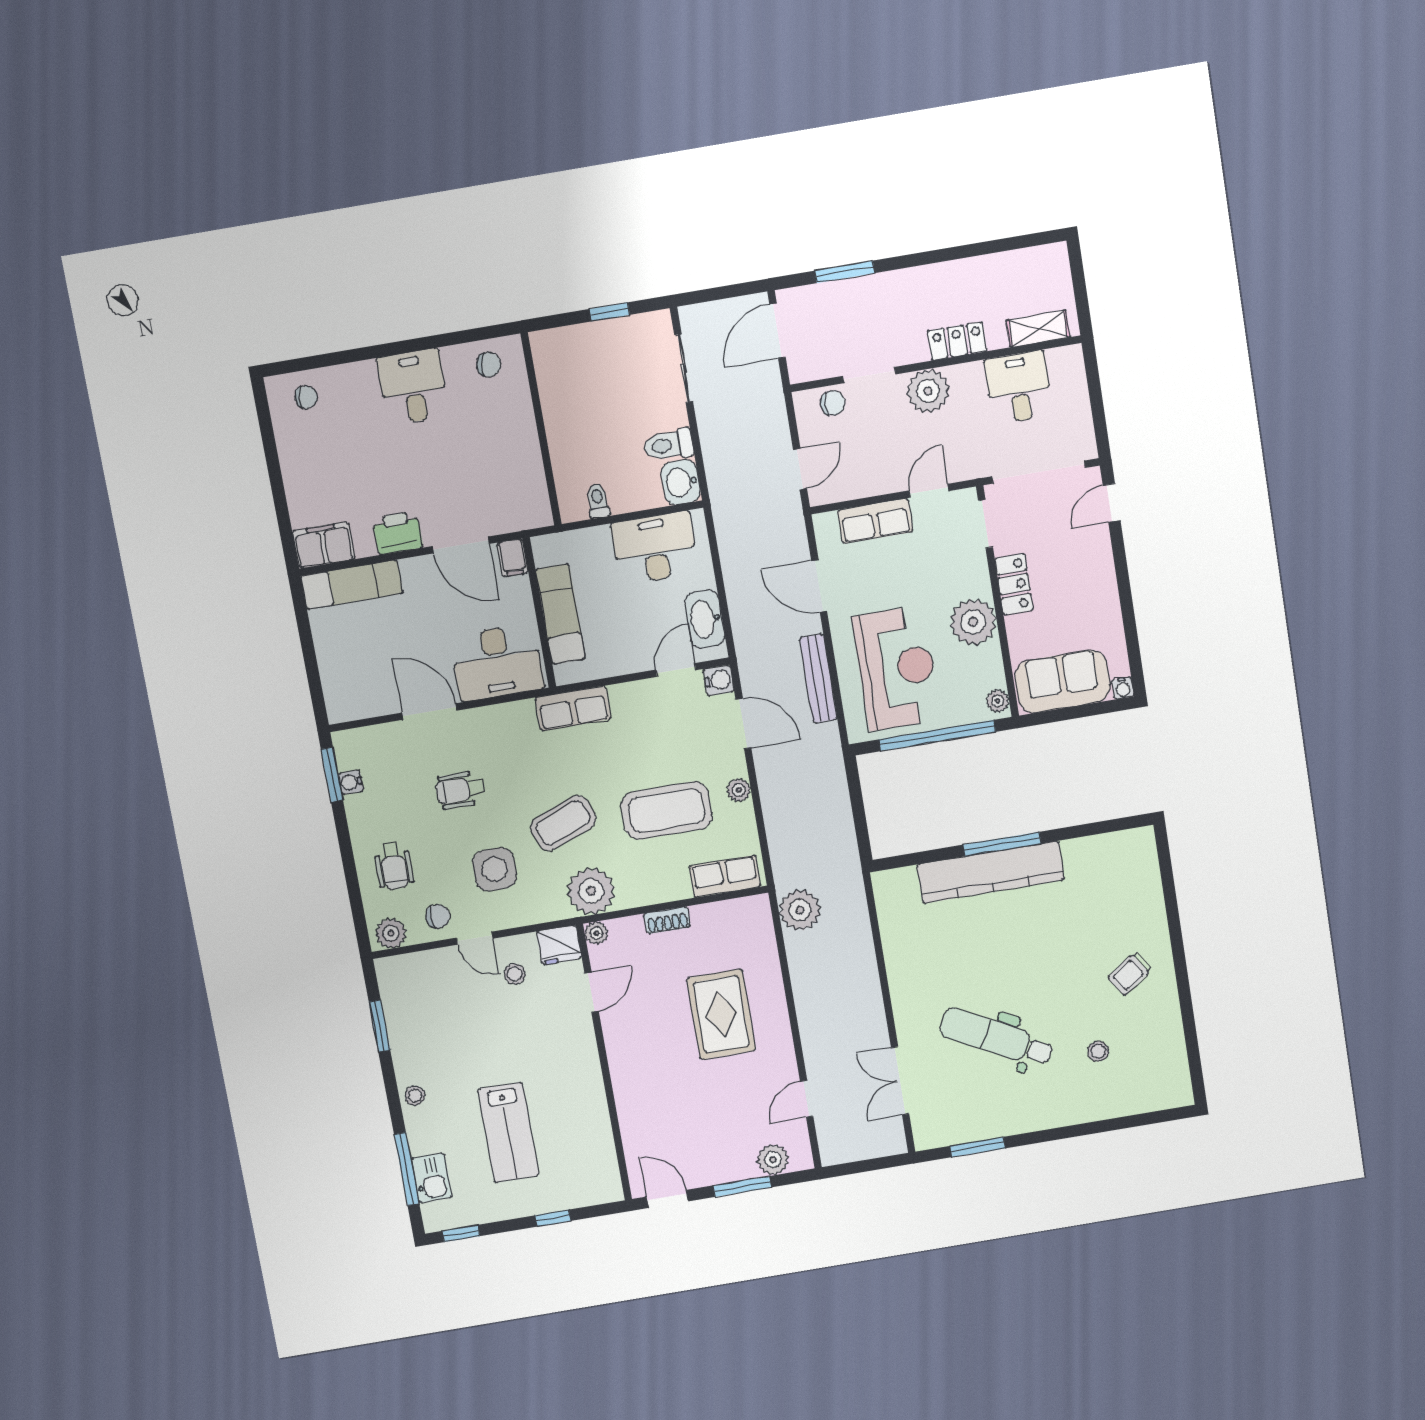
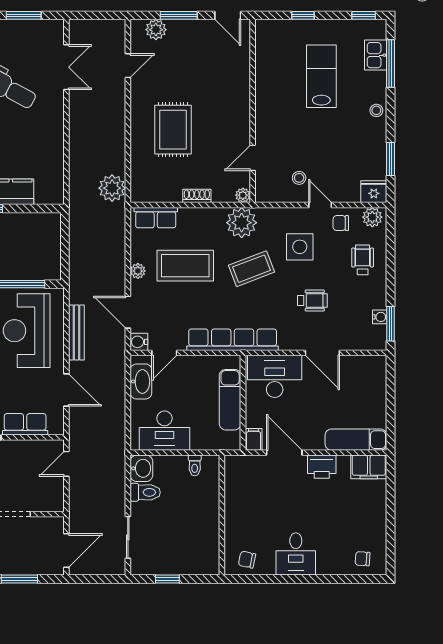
chair: (833, 403) -> (40, 501), removed
row of seats: (573, 708) -> (233, 340), width x2.02
fridge: (559, 945) -> (374, 192), moved

